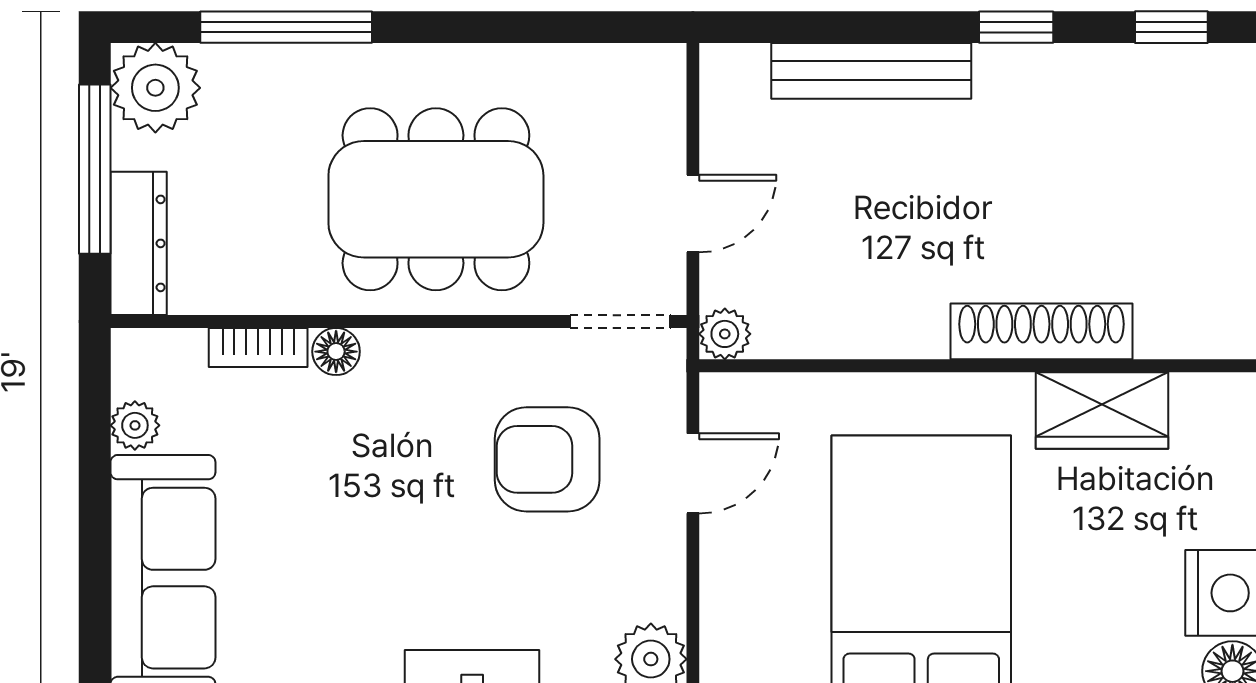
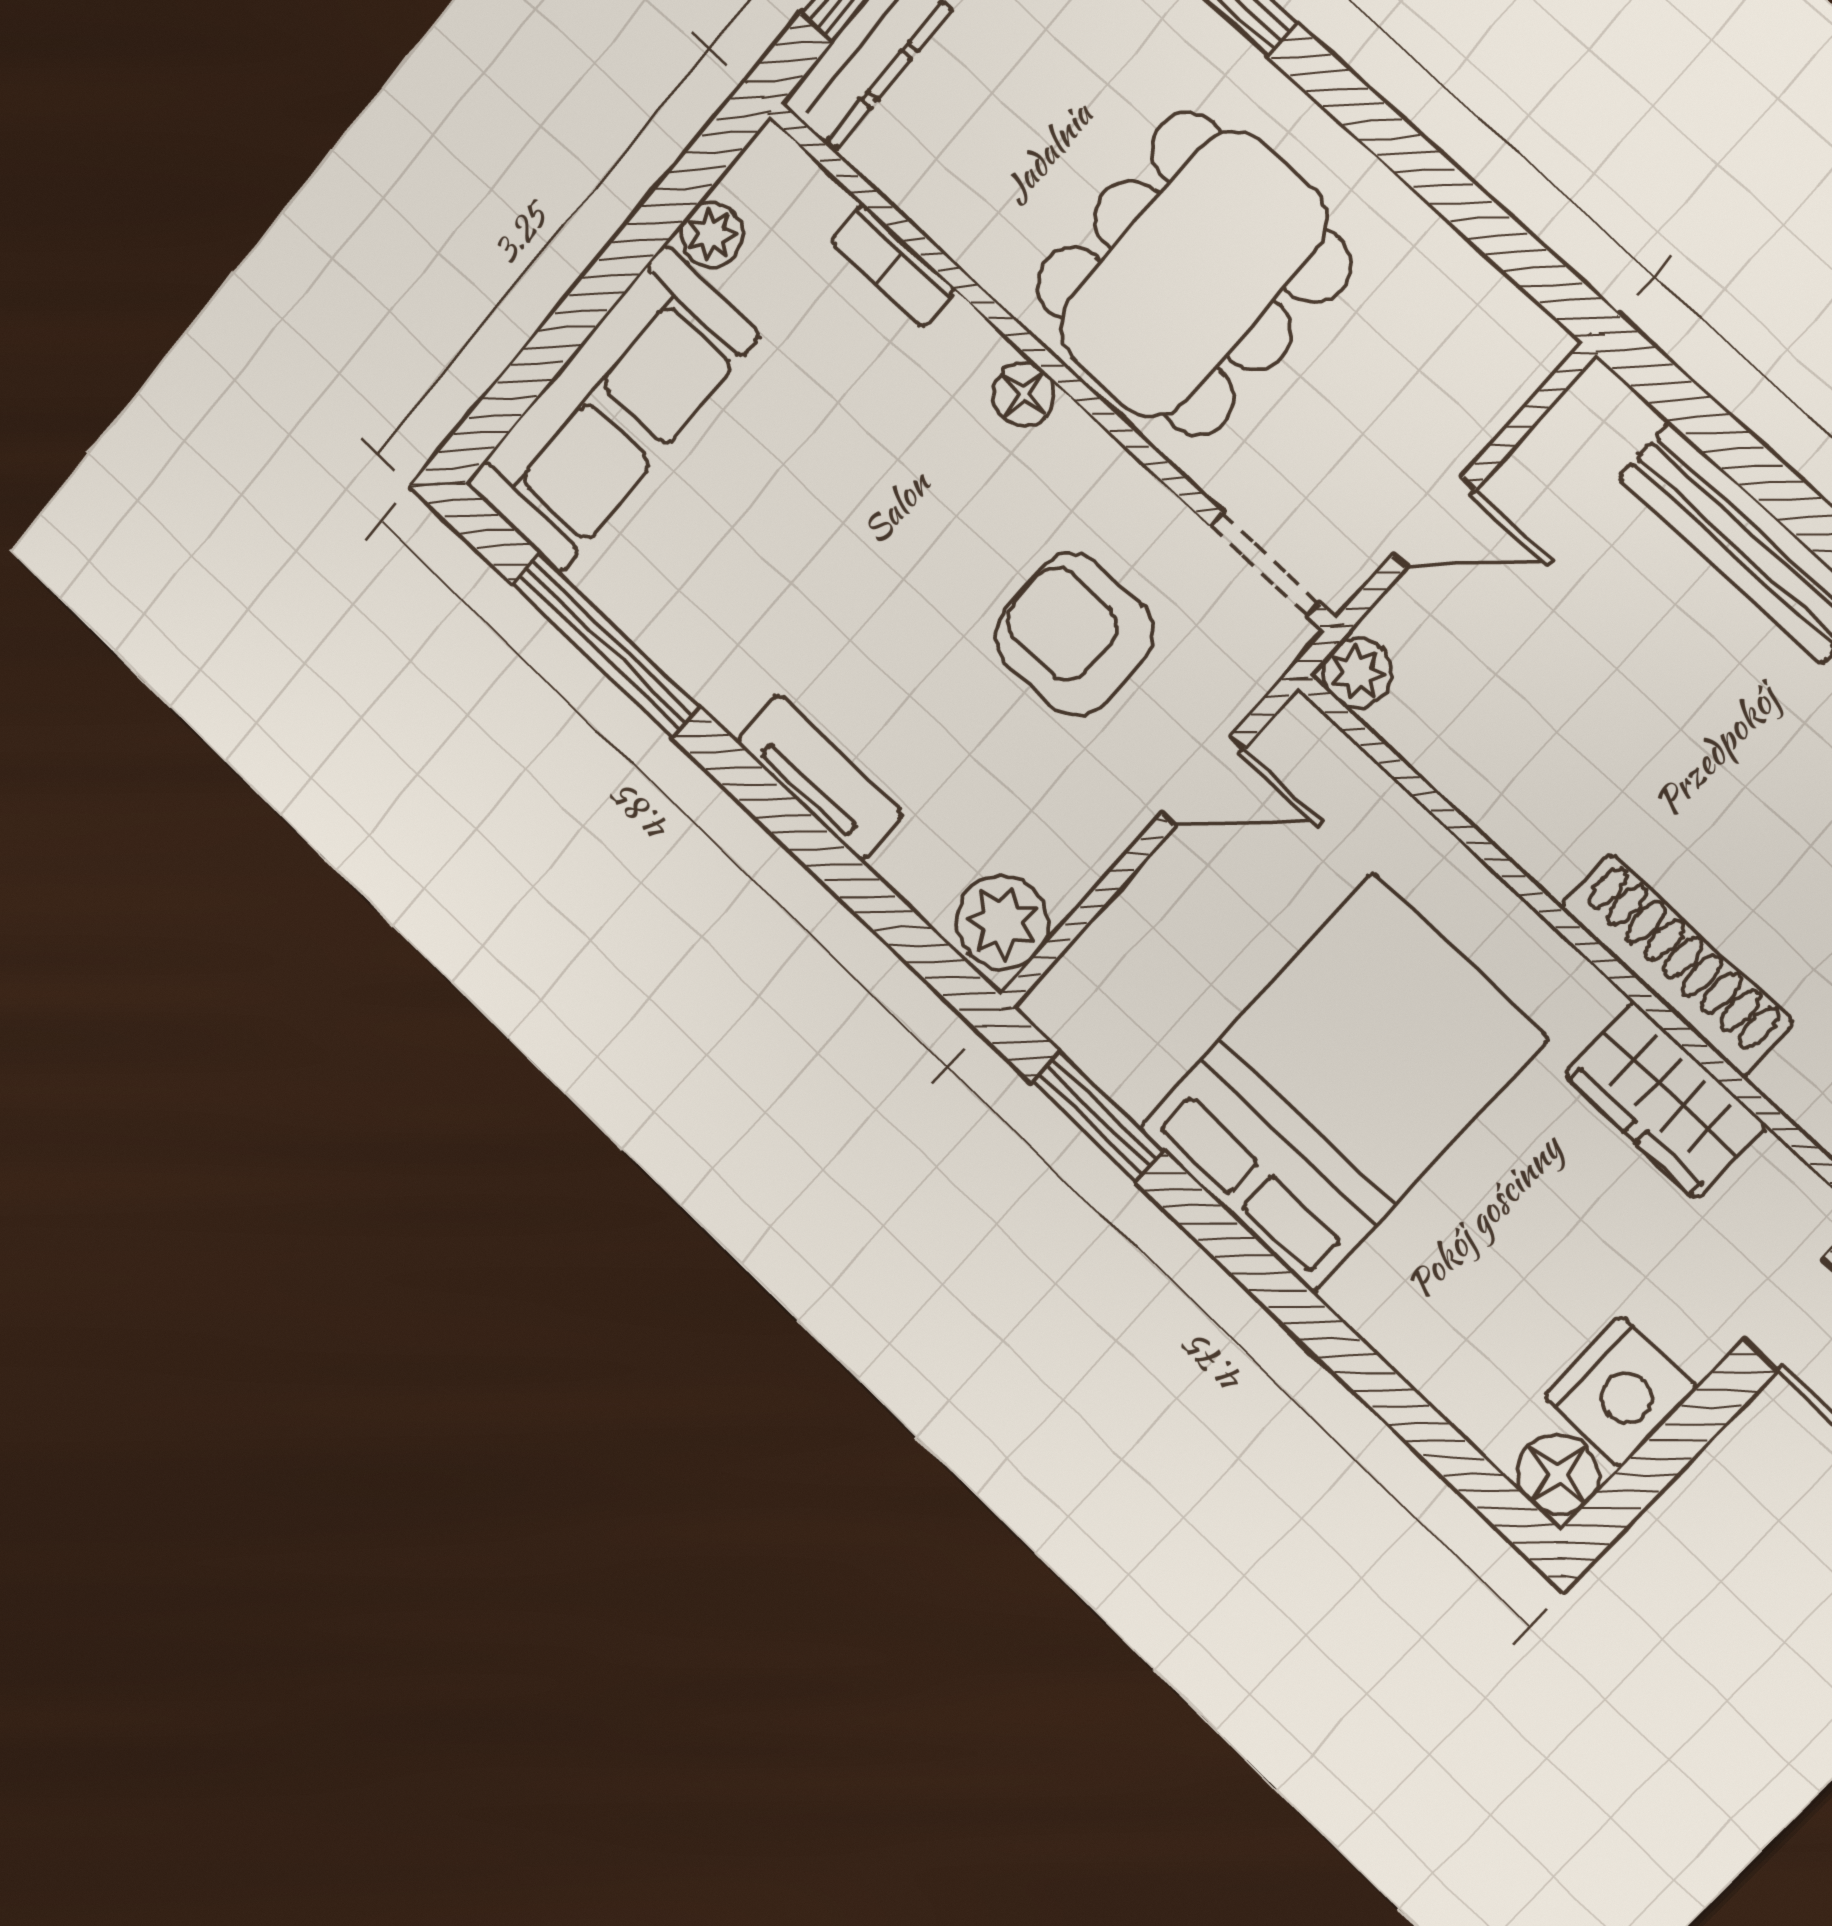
dining table: (436, 199) -> (1192, 274), turned 90
floor lamp: (336, 352) -> (1024, 394), moved

